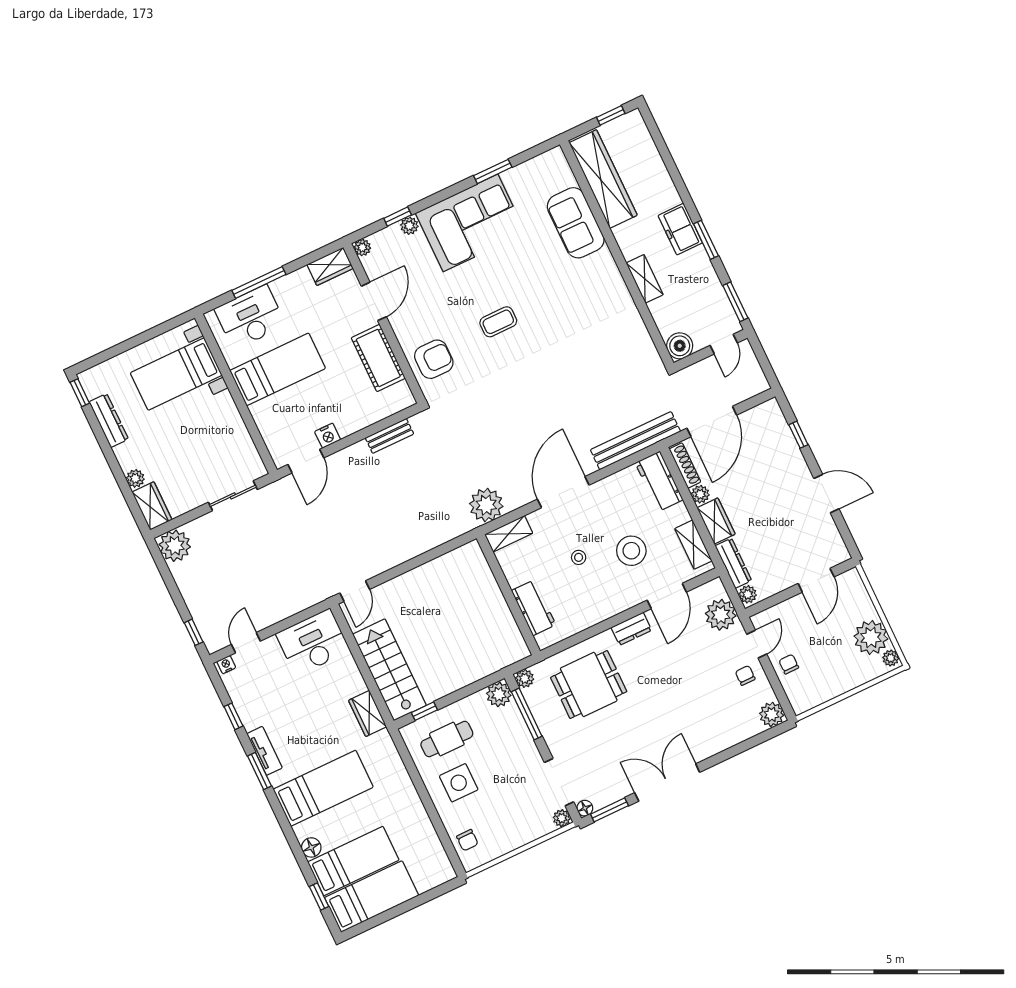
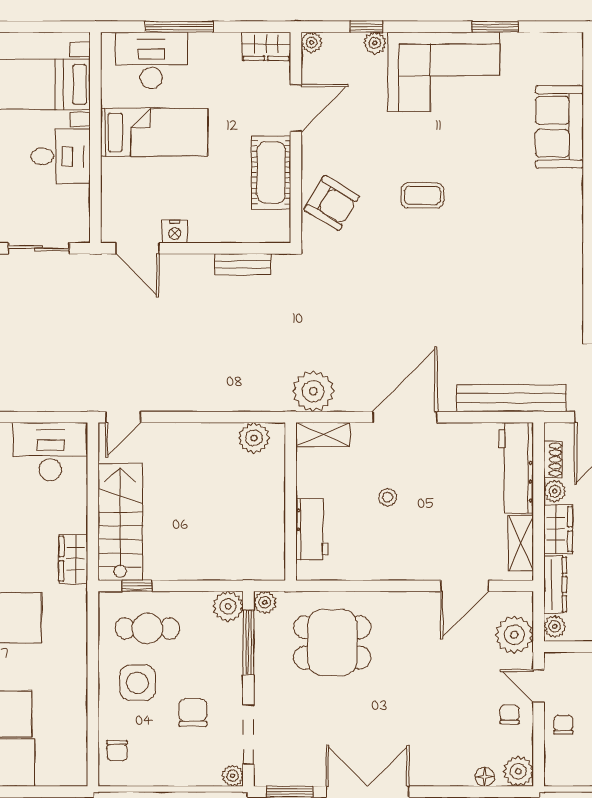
armchair: (434, 359) -> (332, 203), turned 31
desk: (217, 420) -> (61, 156), added
door: (306, 461) -> (137, 248), hinge flipped
shoe rack: (685, 465) -> (553, 459), width x0.70
workbench: (659, 481) -> (516, 468), width x1.38
stool: (631, 551) -> (449, 517), removed
plant: (459, 561) -> (254, 438), added
dresser: (631, 629) -> (408, 603), removed
door: (757, 644) -> (539, 686), swing flipped
chair: (510, 785) -> (193, 713), added
floor lamp: (585, 808) -> (485, 777), moved

